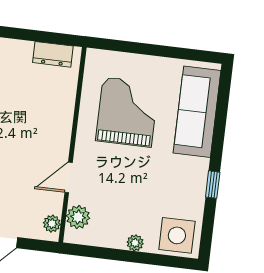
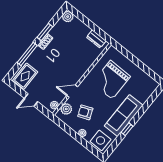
grand piano: (127, 112) -> (111, 80), turned 180
sofa: (197, 112) -> (124, 116), moved
armchair: (117, 201) -> (85, 112), added

